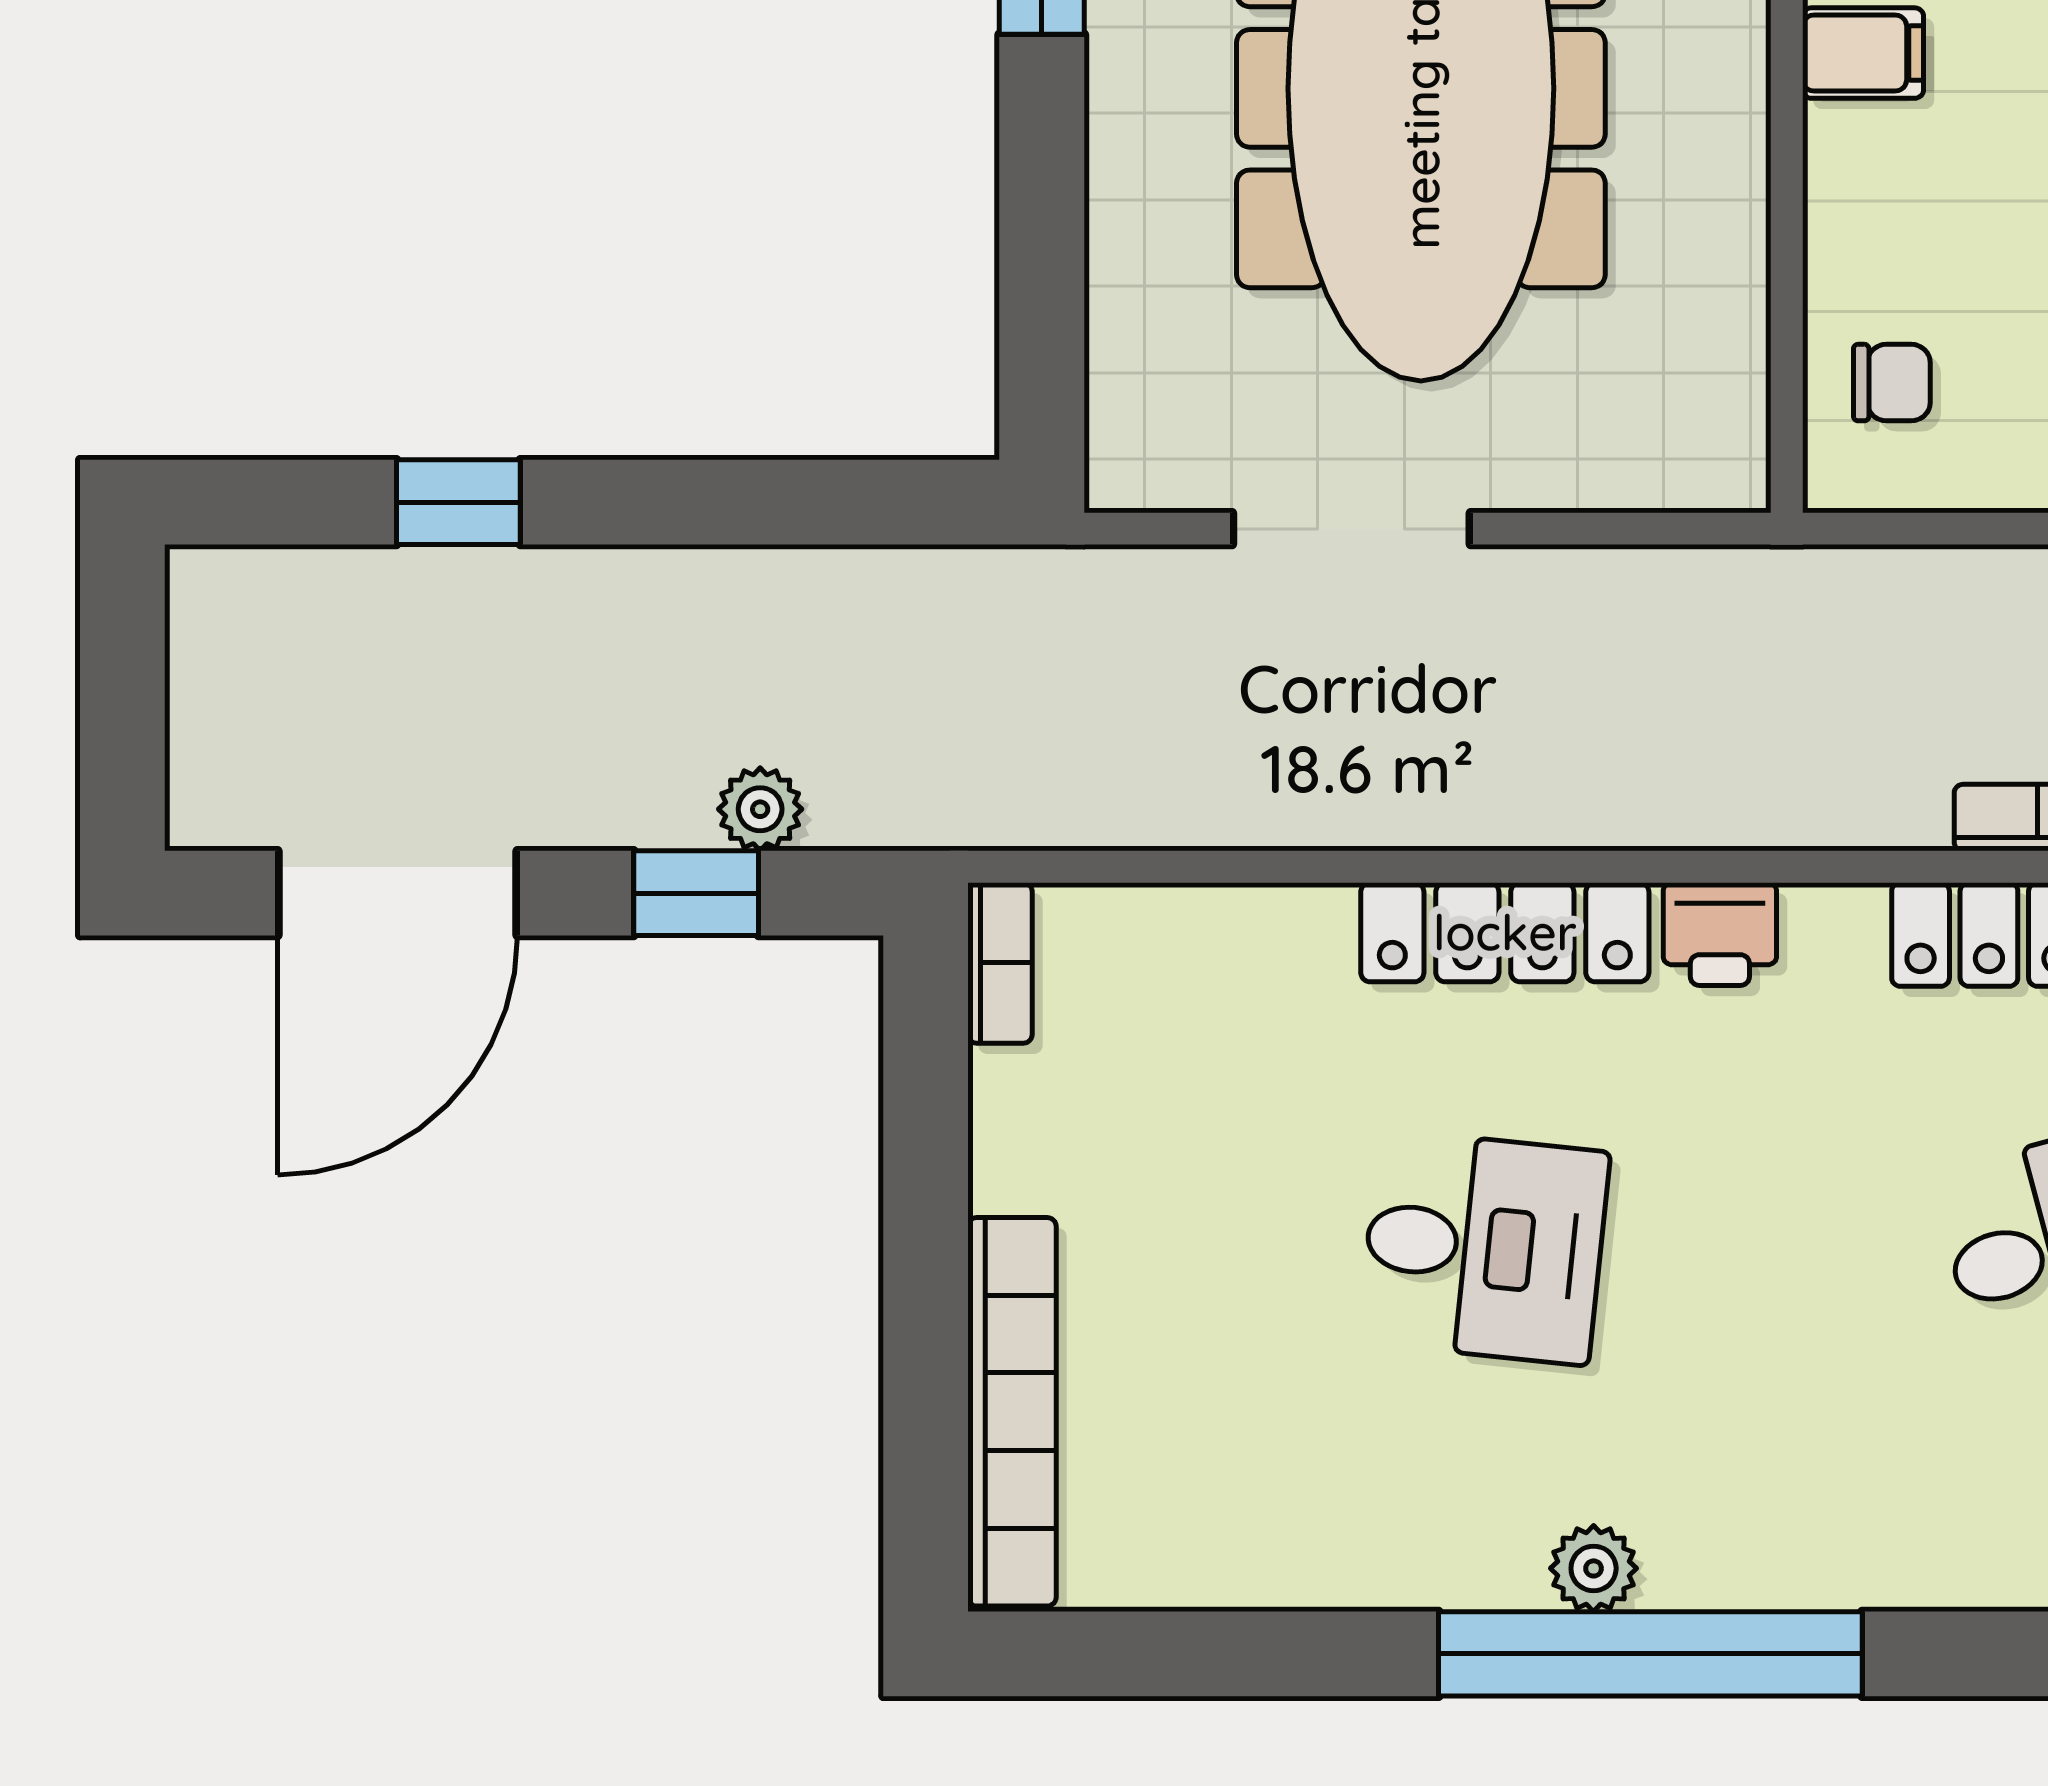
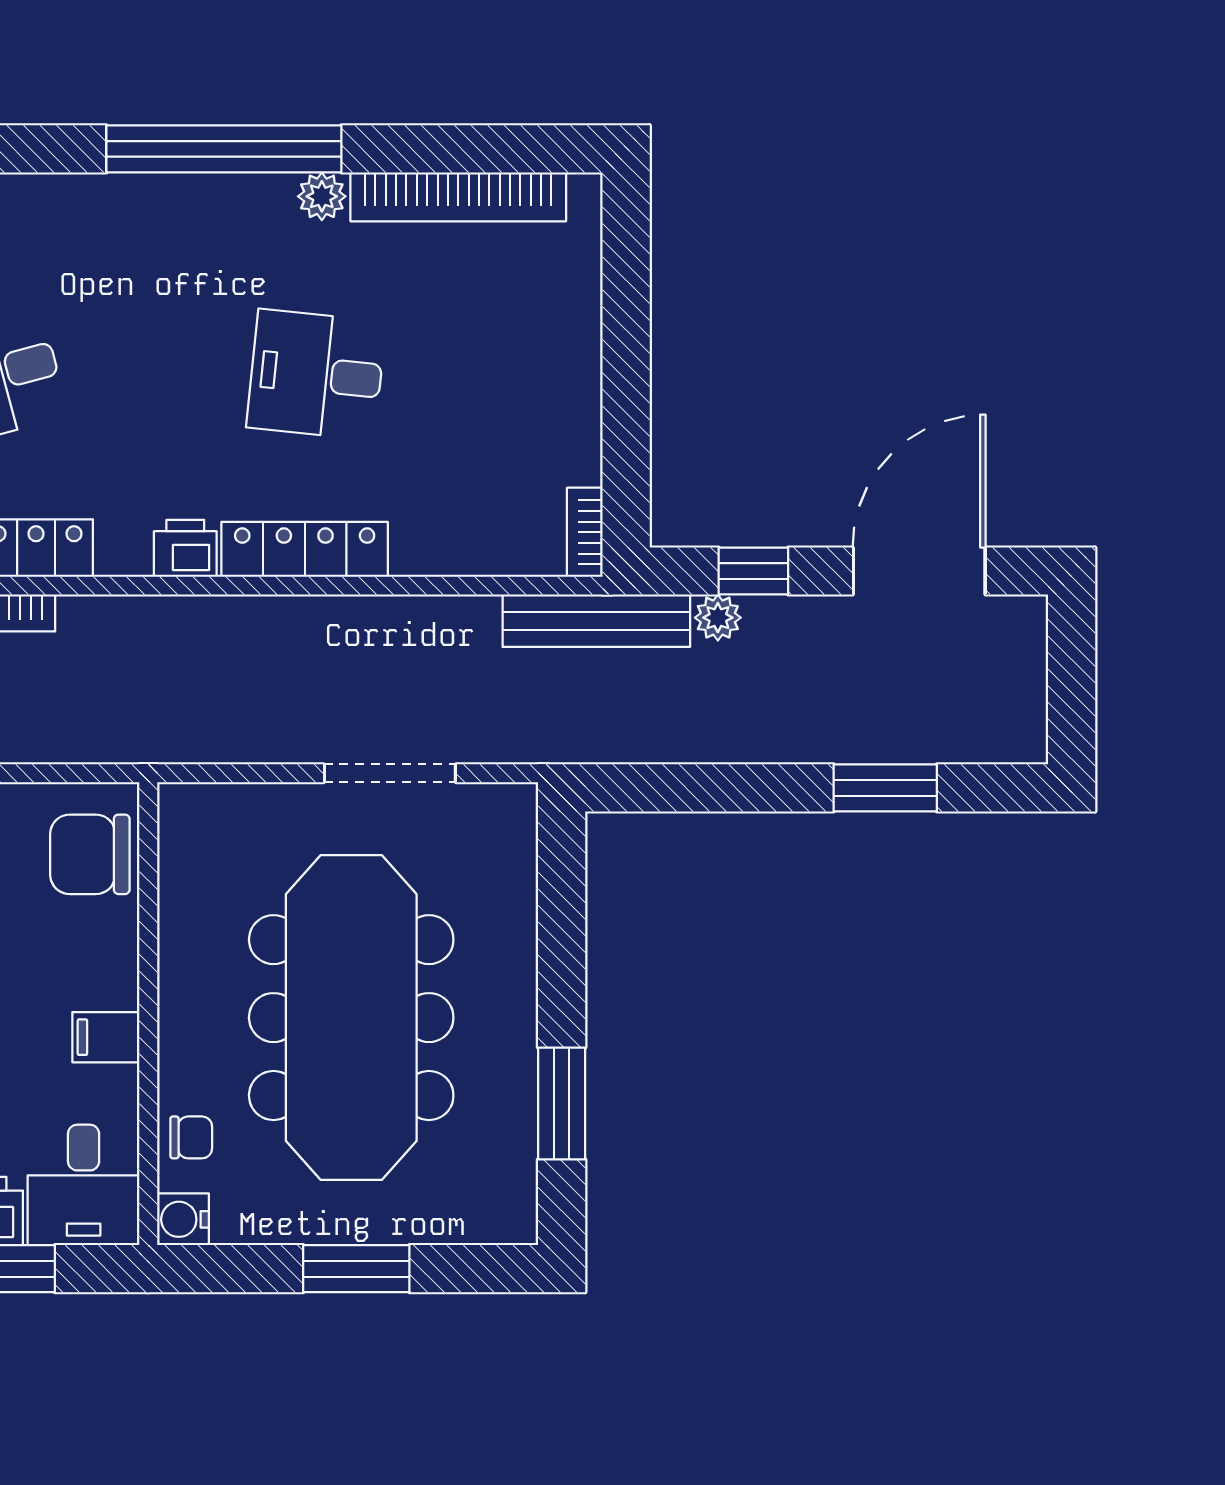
chair: (1892, 383) -> (90, 854), width x1.87, depth x1.87
window: (458, 502) -> (885, 788), width x1.50
bench: (979, 804) -> (596, 621), added
bookcase: (1012, 1412) -> (458, 197), moved, turned -90
plant: (1594, 1568) -> (322, 196), moved

